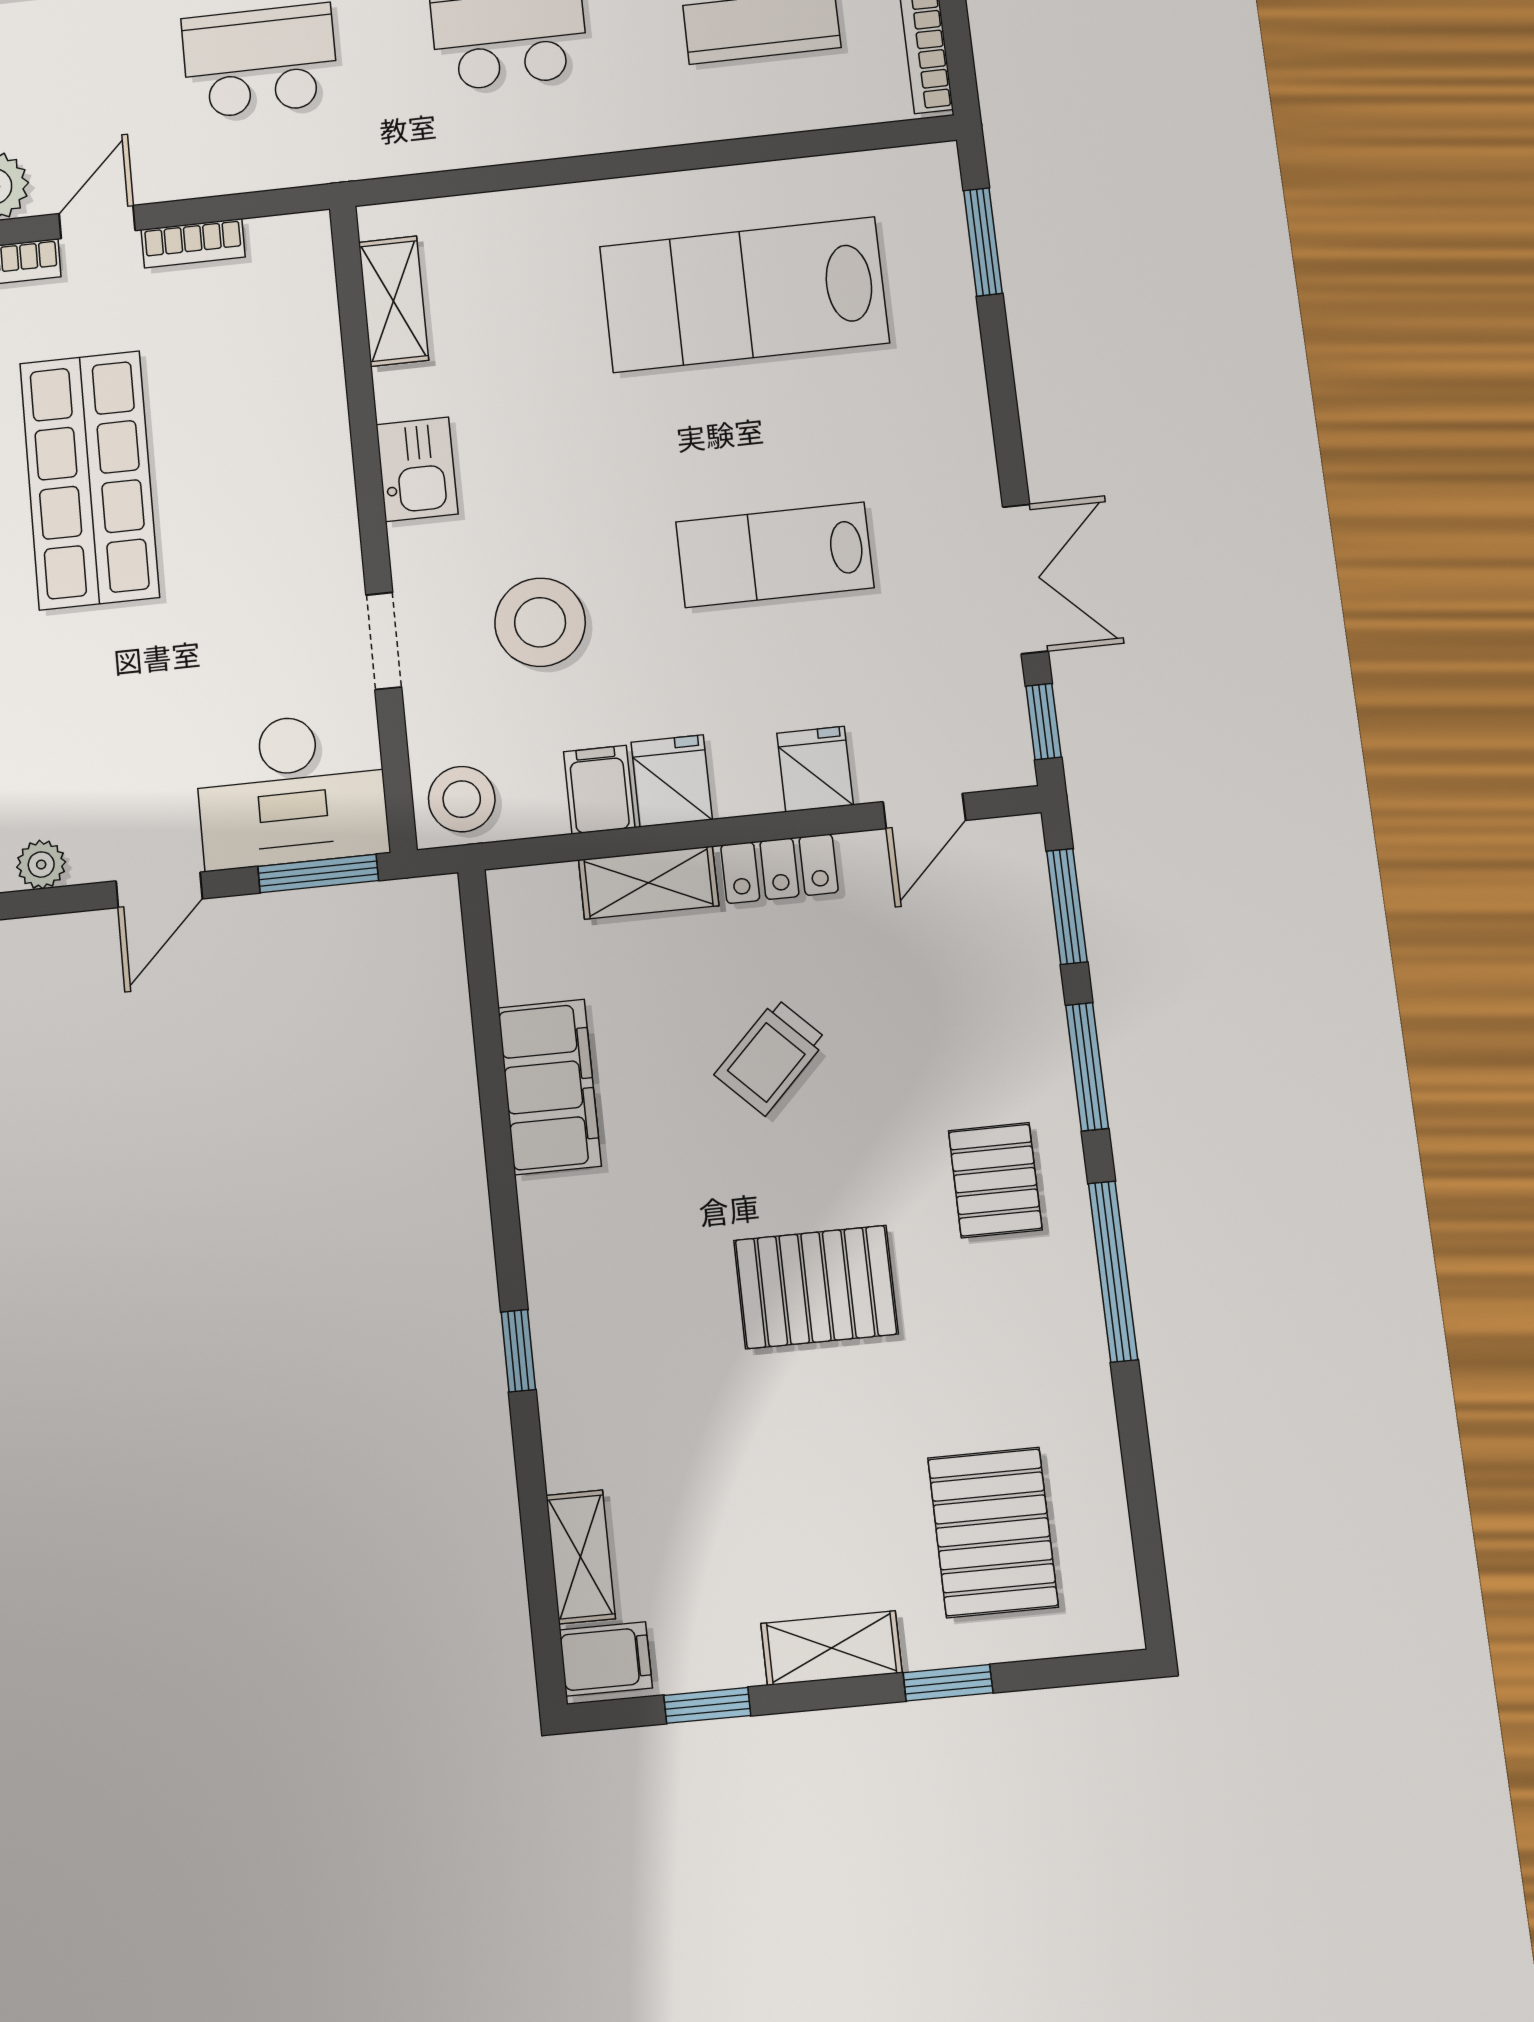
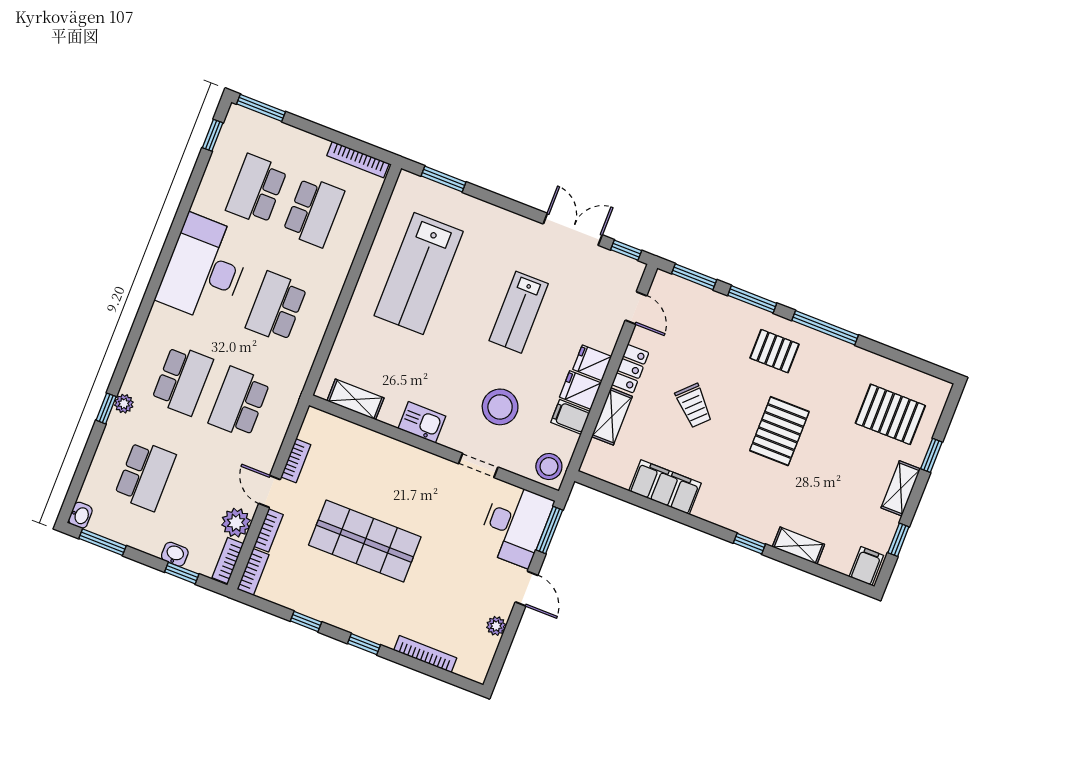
fridge: (815, 769) -> (592, 363), moved
shelving: (581, 1557) -> (798, 546), moved

